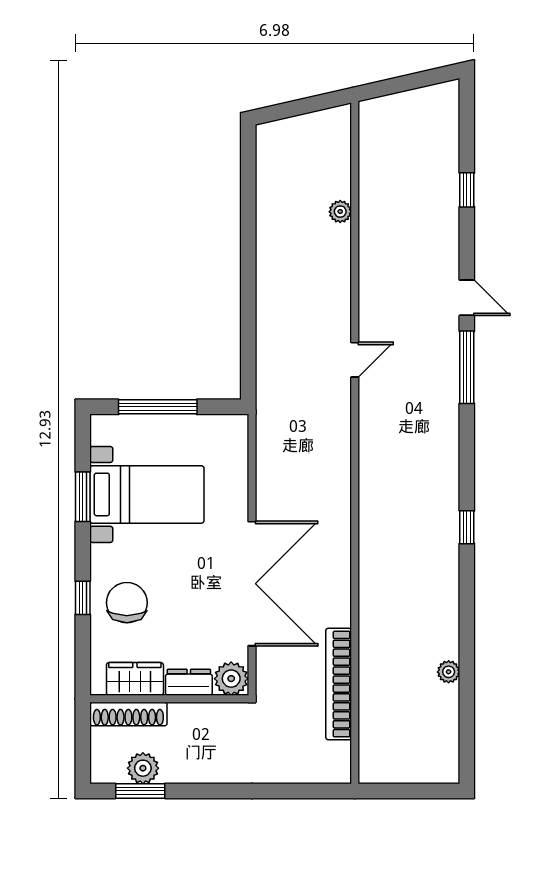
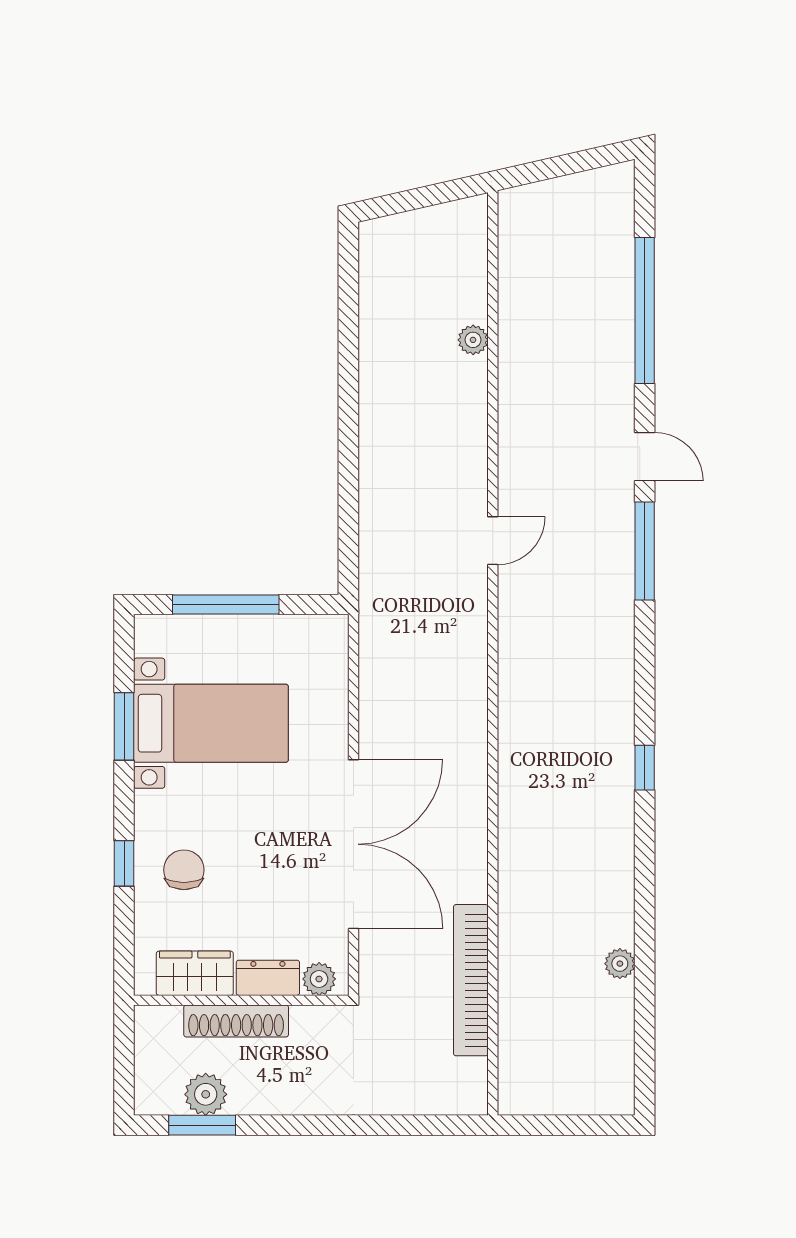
window: (467, 190) -> (645, 311), width x3.17
chair: (127, 603) -> (184, 870), width x0.73, depth x0.73
plant: (231, 679) -> (319, 979), width x0.73, depth x0.73
shoe rack: (128, 714) -> (236, 1021), moved

